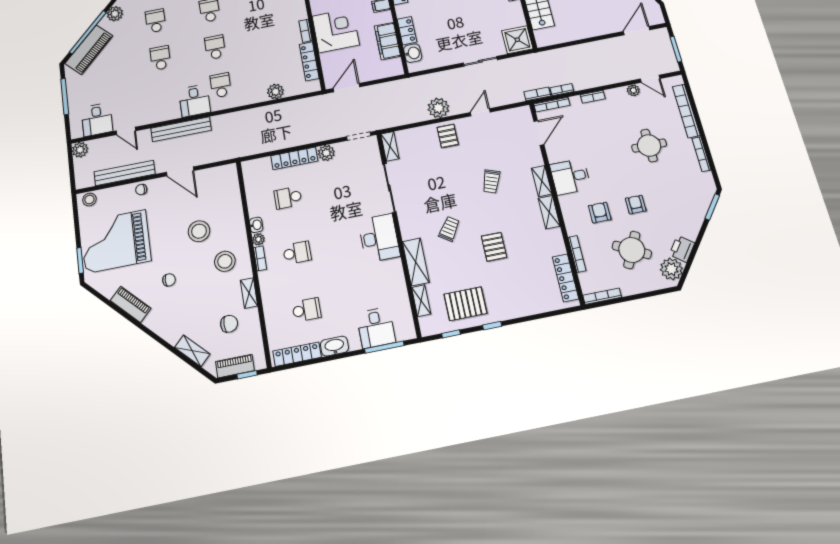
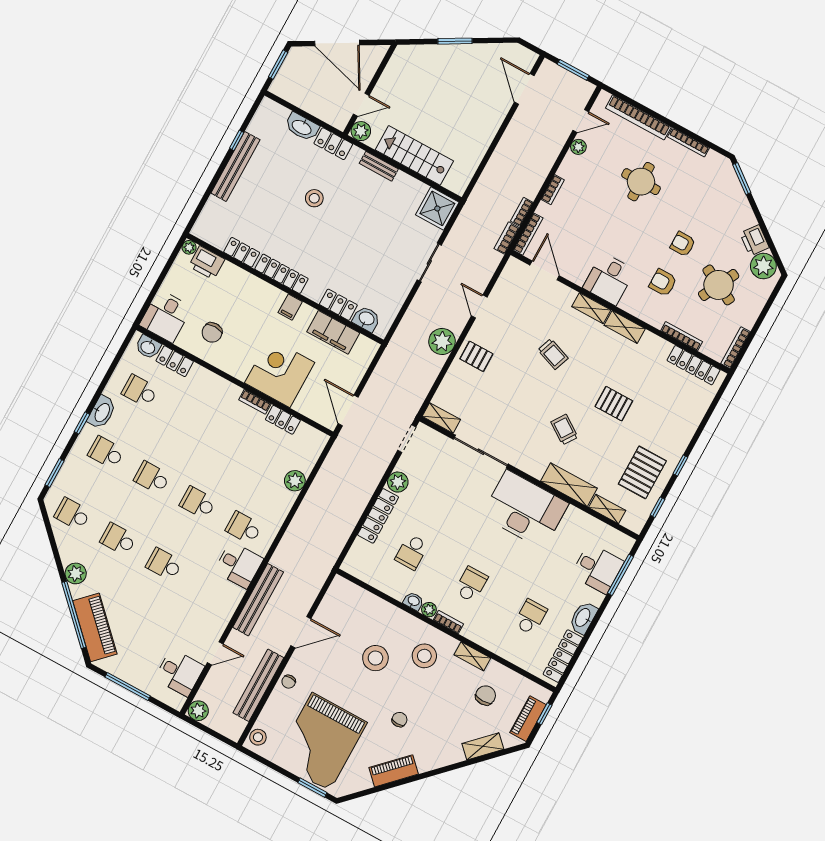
locker: (309, 61) -> (283, 420), width x0.66
desk: (379, 238) -> (525, 510), width x1.36, depth x1.30

